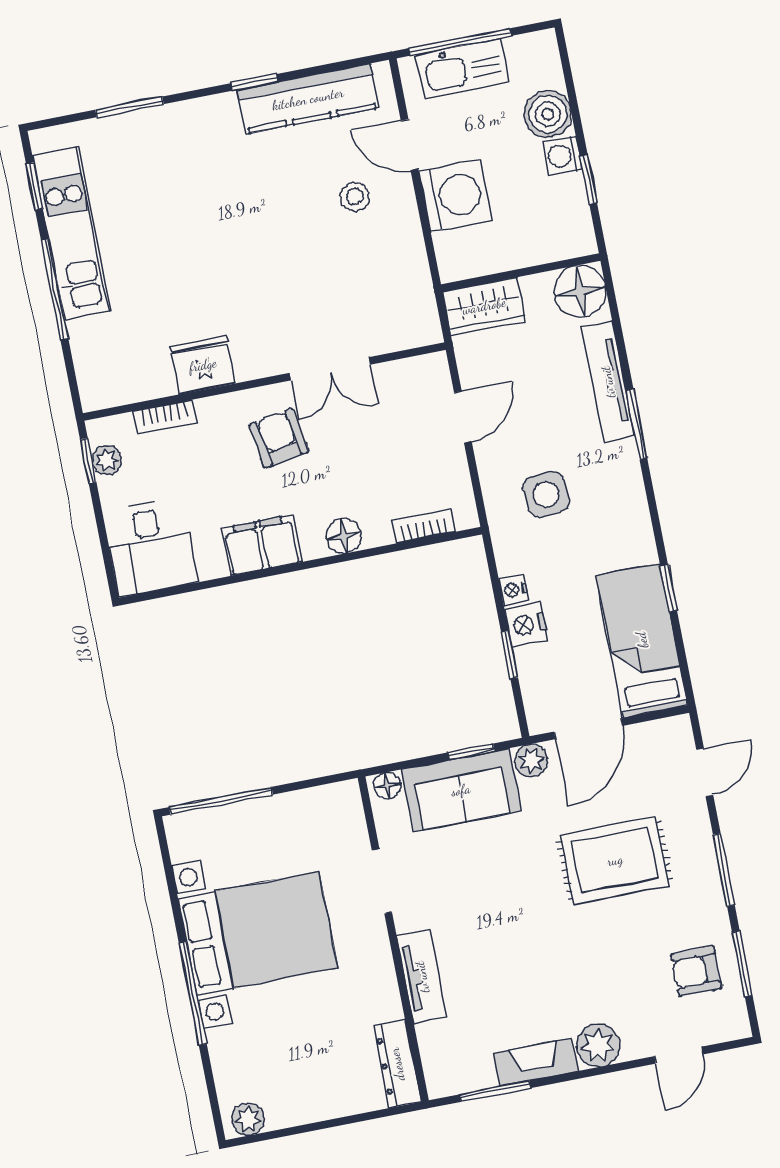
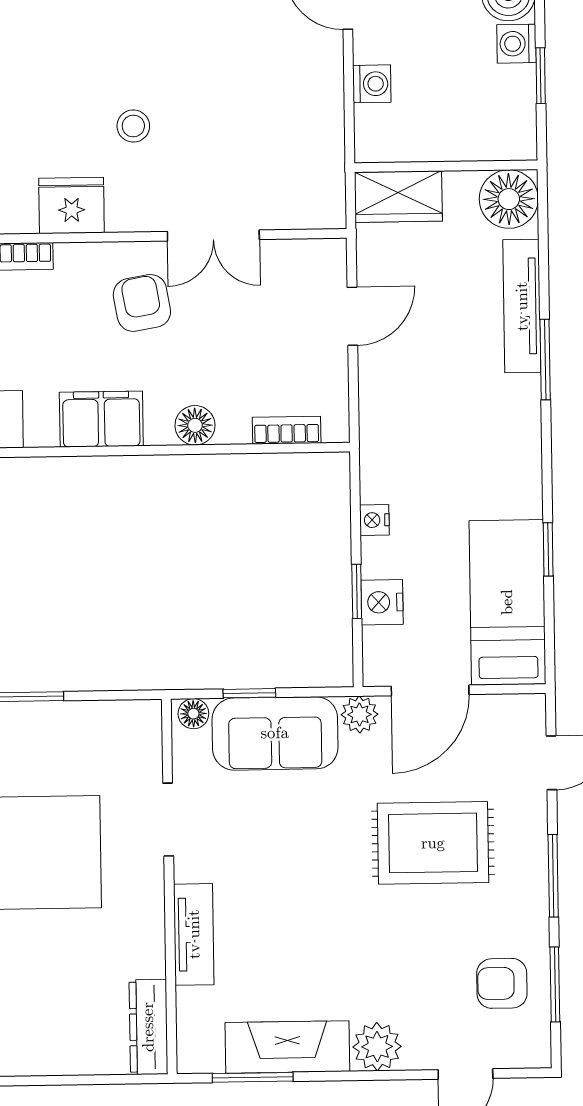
washing machine: (455, 196) -> (372, 84), width x0.53, depth x0.53
stool: (355, 197) -> (133, 126), moved
side table: (546, 494) -> (430, 420), removed
nightstand: (526, 625) -> (382, 602), moved
window: (471, 752) -> (249, 693), moved
fireplace: (536, 1062) -> (287, 1047), width x1.37, depth x1.32

